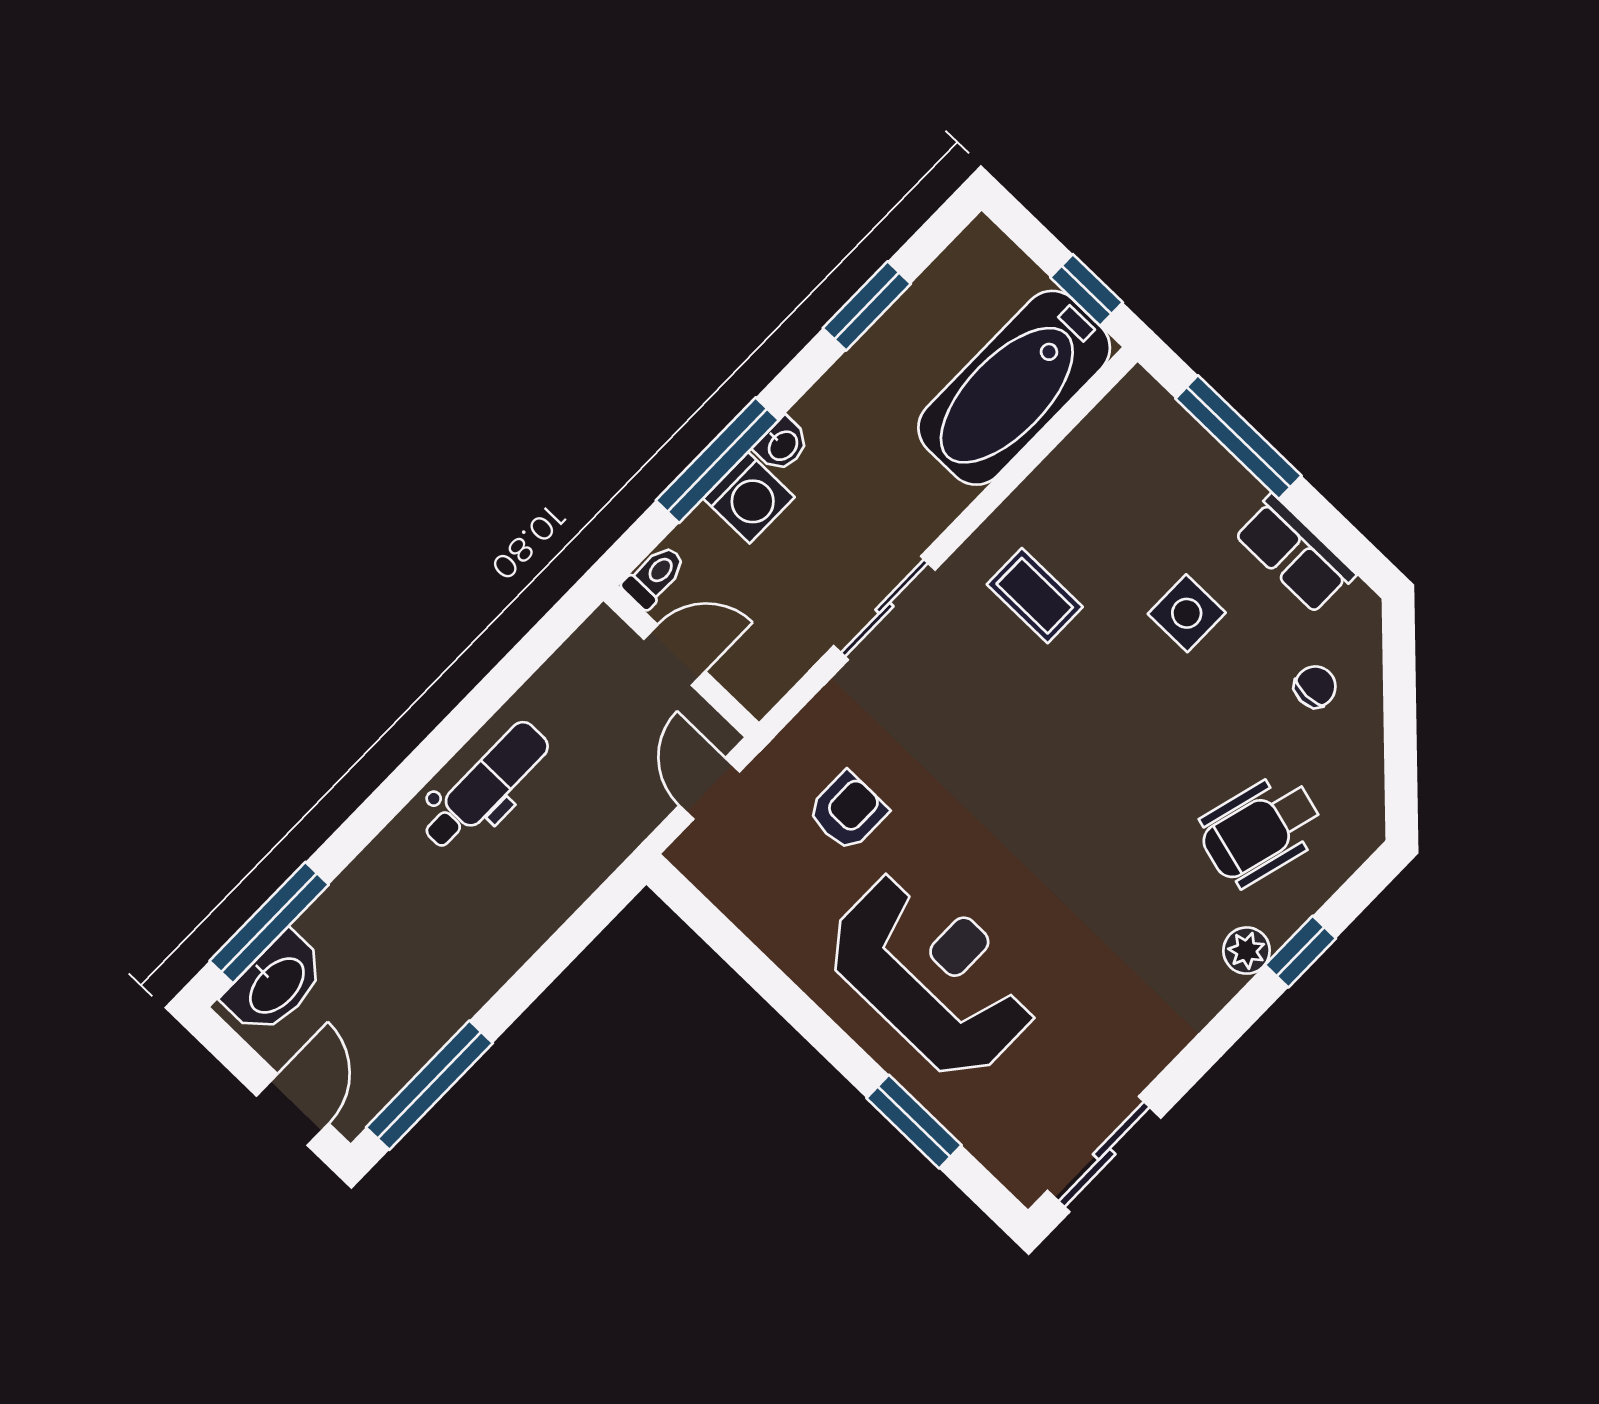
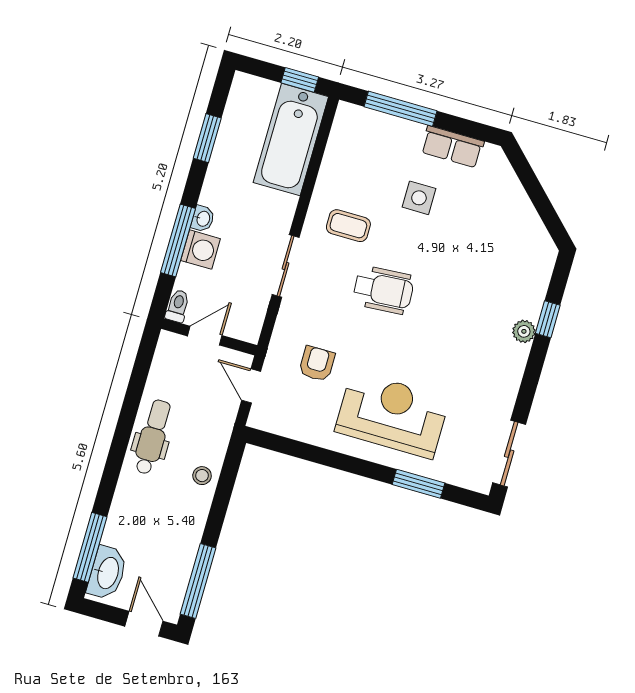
chair: (1315, 687) -> (492, 200), removed
wheelchair: (1261, 830) -> (383, 290), moved, turned -109
stool: (537, 901) -> (202, 476), added

